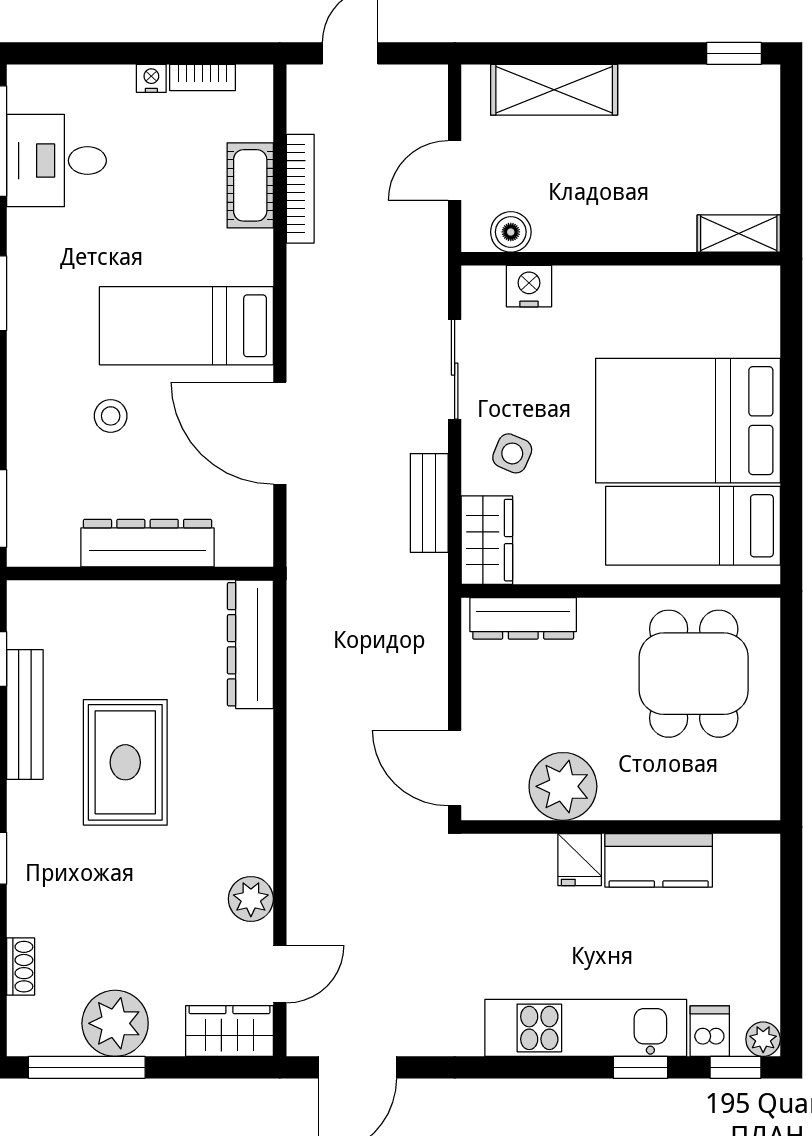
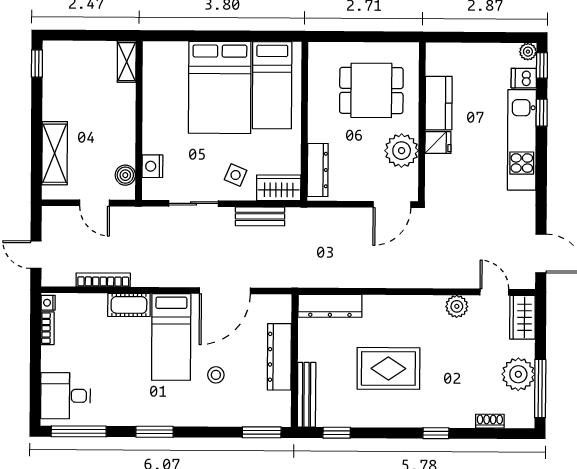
nightstand: (151, 78) -> (48, 303), moved
desk: (56, 161) -> (65, 396), moved, turned 90
cot: (250, 185) -> (129, 305), moved
dining table: (694, 674) -> (371, 90), moved
bench: (25, 714) -> (307, 395), moved, turned 90

